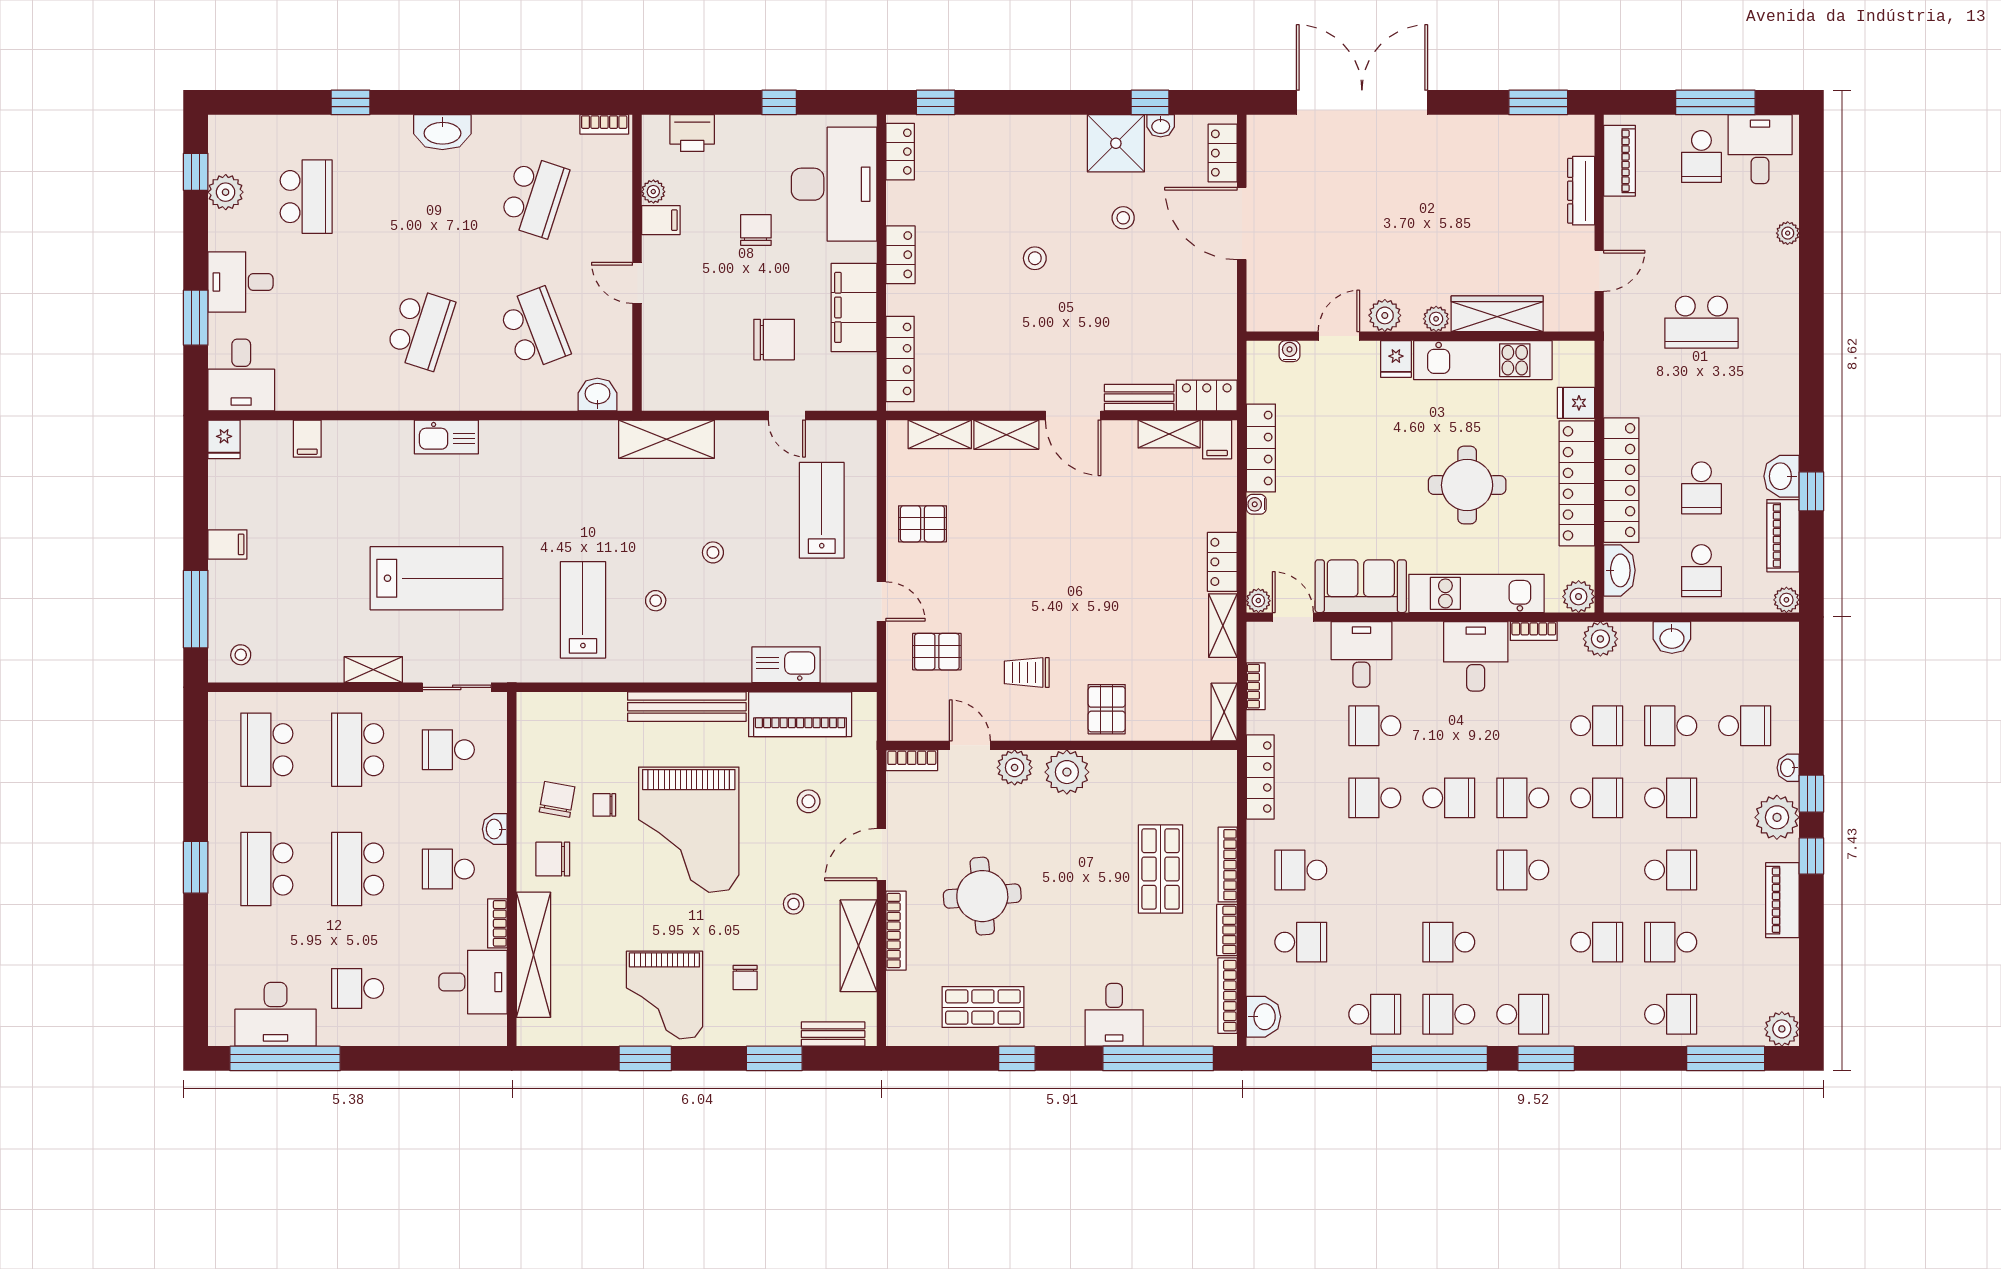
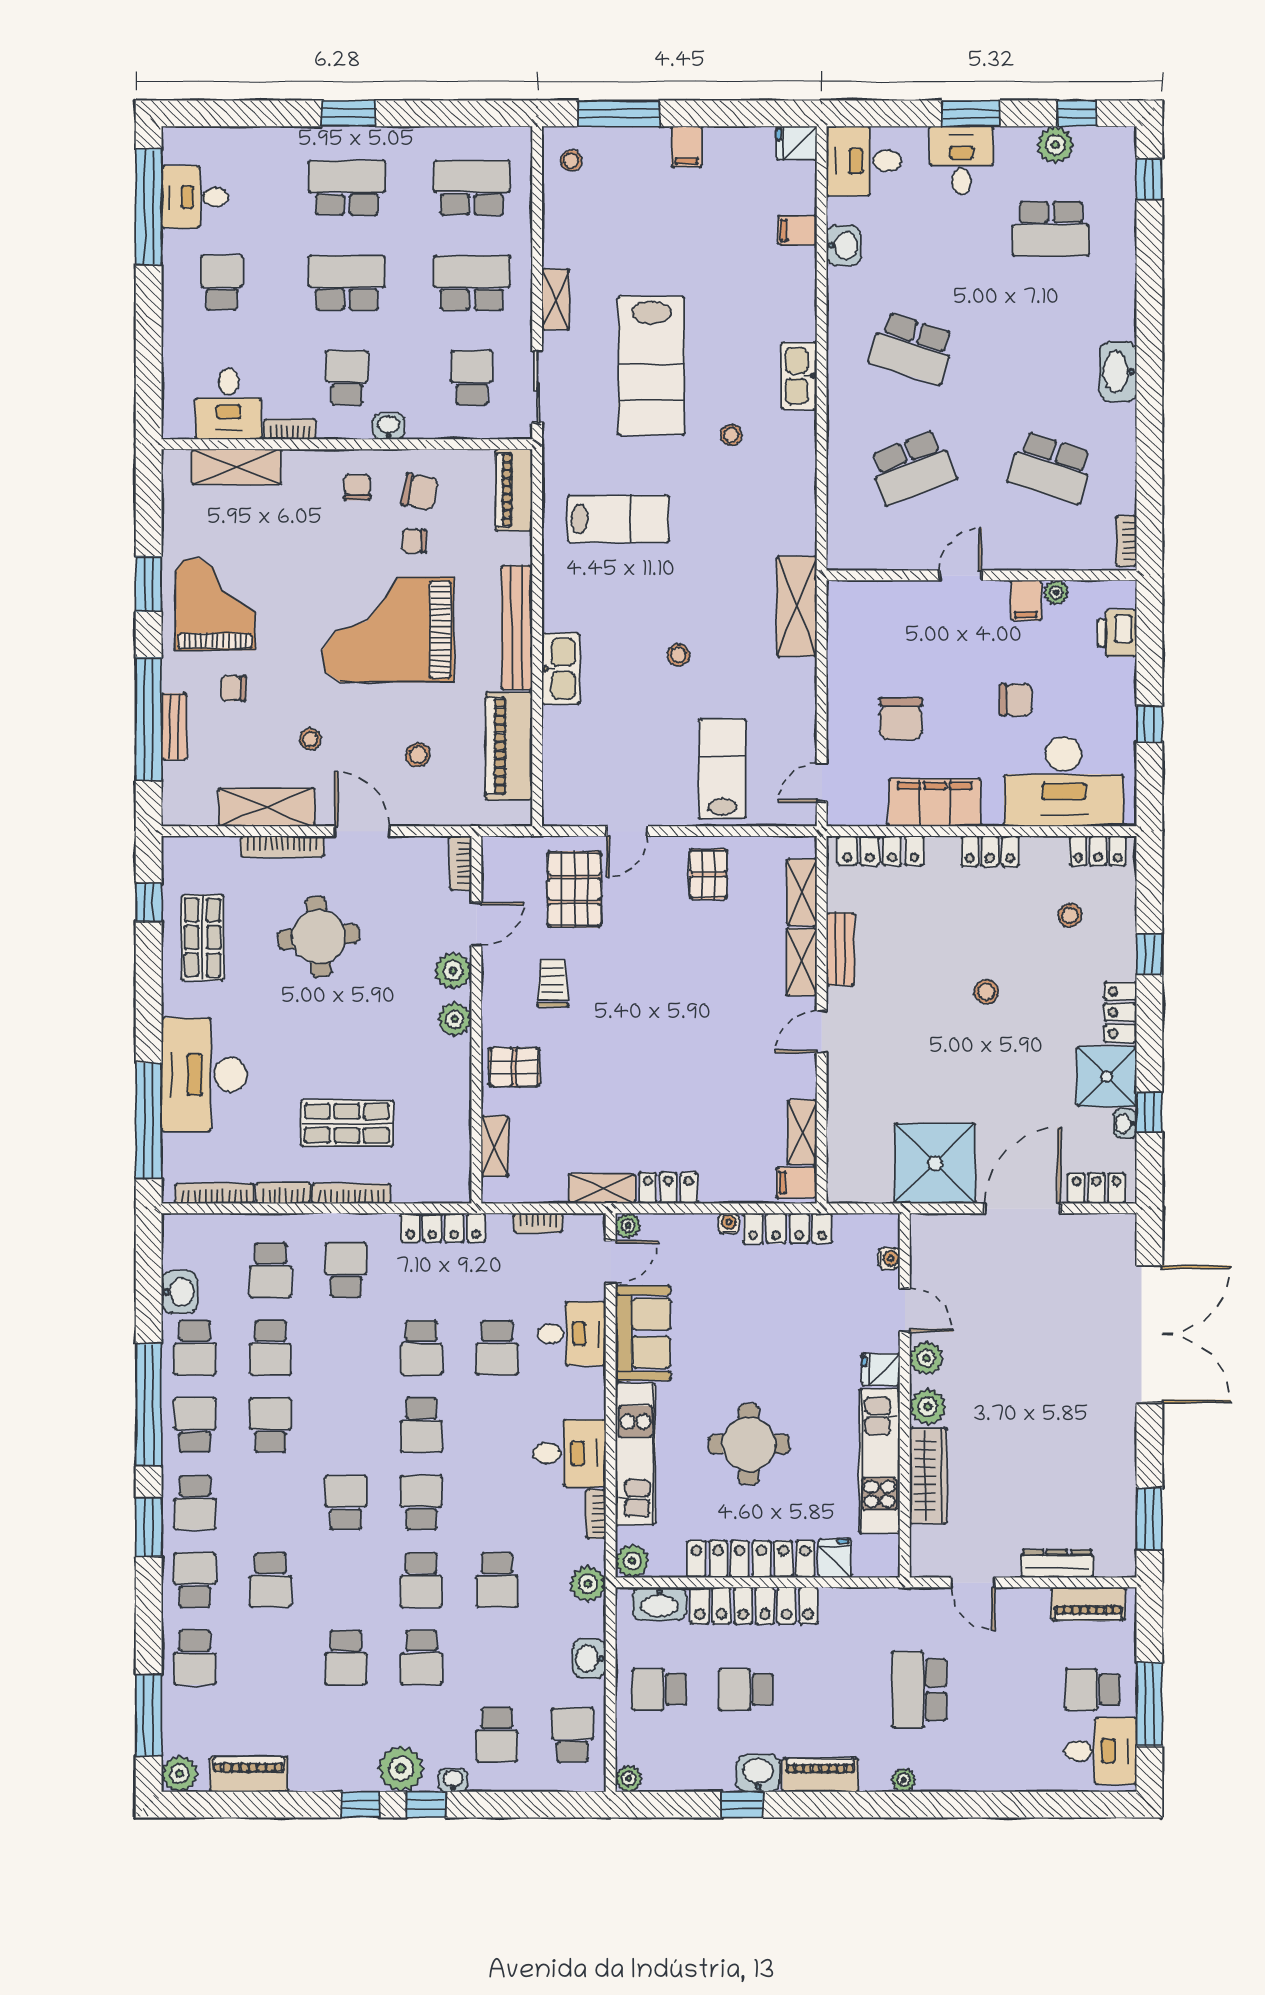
window: (350, 102) -> (1149, 179), moved
window: (936, 102) -> (1149, 954), moved
stool: (1123, 218) -> (1070, 915), moved
plant: (1788, 233) -> (904, 1780), moved
shower: (1199, 307) -> (935, 1163), added
window: (196, 318) -> (971, 113), moved
plant: (1436, 319) -> (928, 1407), width x1.38, depth x1.38
washbasin: (597, 395) -> (844, 246), moved
locker: (1207, 396) -> (1120, 1012), moved, turned 180
bench: (1139, 398) -> (840, 949), moved
door: (787, 416) -> (822, 783), moved
door: (1073, 416) -> (822, 1032), width x0.73
lab bench: (822, 510) -> (722, 769), turned -90
piano: (1783, 536) -> (820, 1775), moved
stool: (656, 601) -> (731, 435), moved
pallet: (937, 652) -> (574, 889), width x1.50, depth x1.42
kitchen sink: (786, 665) -> (561, 669), moved
piano: (556, 709) -> (514, 490), added
shelving: (1224, 712) -> (495, 1146), moved, turned 90
school desk: (1375, 726) -> (497, 1348), turned 180
school desk: (1671, 726) -> (572, 1735), moved
plant: (1067, 772) -> (455, 1019), width x0.73, depth x0.73
school desk: (1375, 798) -> (421, 1348), turned 180
chair: (604, 805) -> (414, 541), turned -90
chair: (553, 859) -> (357, 487), width x0.73, depth x0.73
piano: (1782, 900) -> (249, 1774), moved
school desk: (1375, 942) -> (270, 1348), added
school desk: (1671, 942) -> (195, 1580), moved
shelving: (533, 955) -> (236, 467), width x0.68
grand piano: (664, 995) -> (215, 604), turned 90
desk: (276, 1014) -> (195, 197), width x0.73
desk: (1114, 1015) -> (204, 1075), width x1.87, depth x1.30
washbasin: (1264, 1017) -> (179, 1292), moved, turned -90
bench: (833, 1034) -> (174, 727), moved
window: (774, 1058) -> (149, 719), width x2.11
window: (1017, 1058) -> (149, 902), moved

